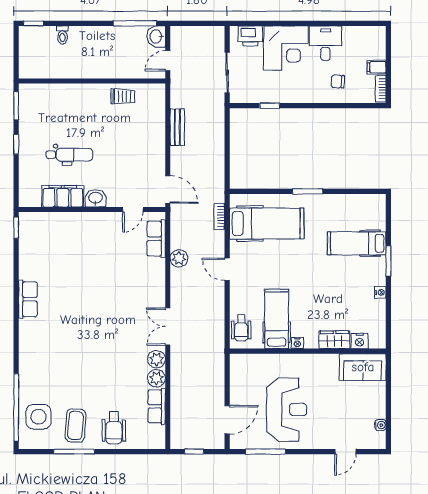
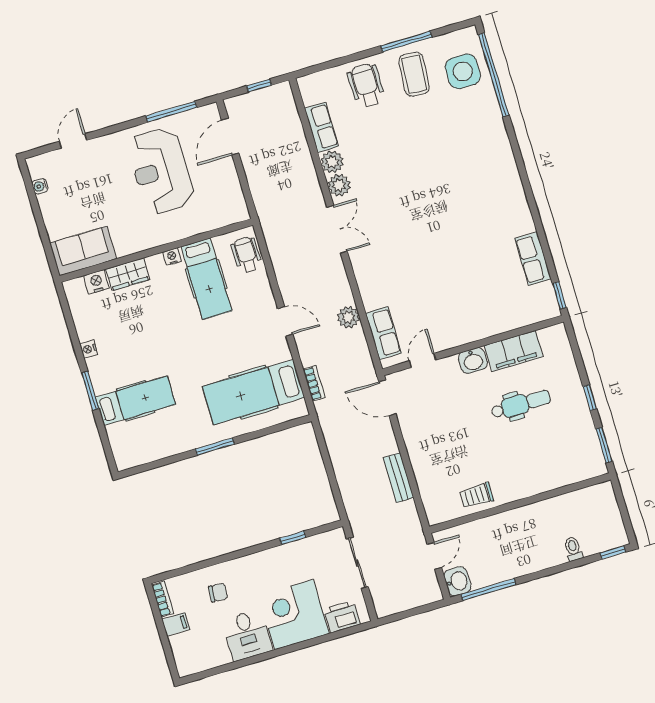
dental chair: (69, 155) -> (521, 404), turned 180
row of seats: (28, 299) -> (533, 259), moved

